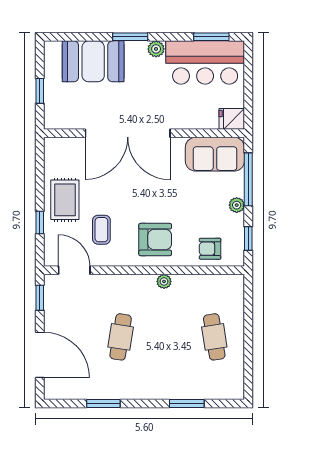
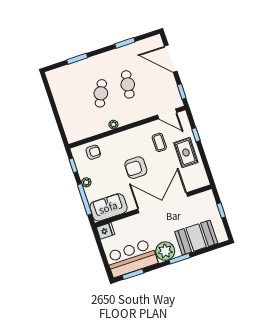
plant: (156, 49) -> (165, 251), width x1.88, depth x1.88
armchair: (155, 240) -> (136, 168), moved
cafe table: (214, 337) -> (101, 93), moved, turned 33

